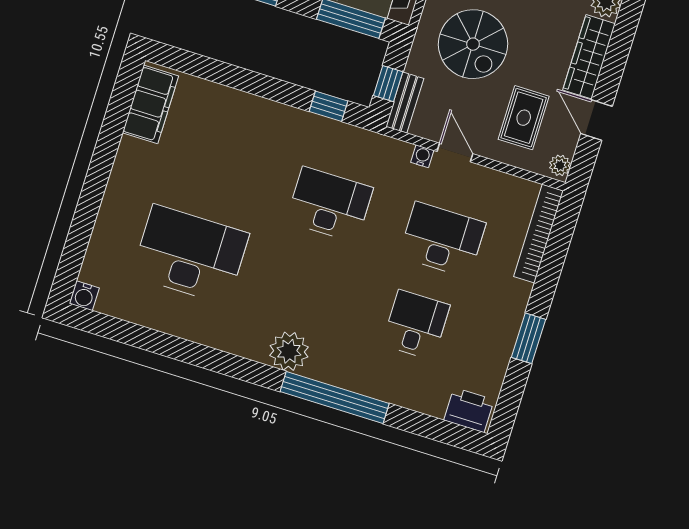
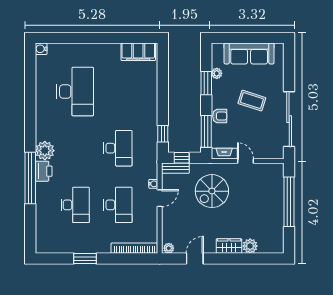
wardrobe: (589, 57) -> (229, 246), width x0.67
rug: (524, 118) -> (185, 225), removed
desk: (416, 325) -> (75, 205), width x1.37
printer: (469, 410) -> (44, 171), moved

